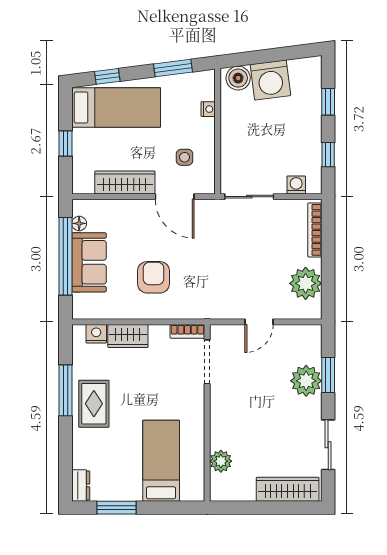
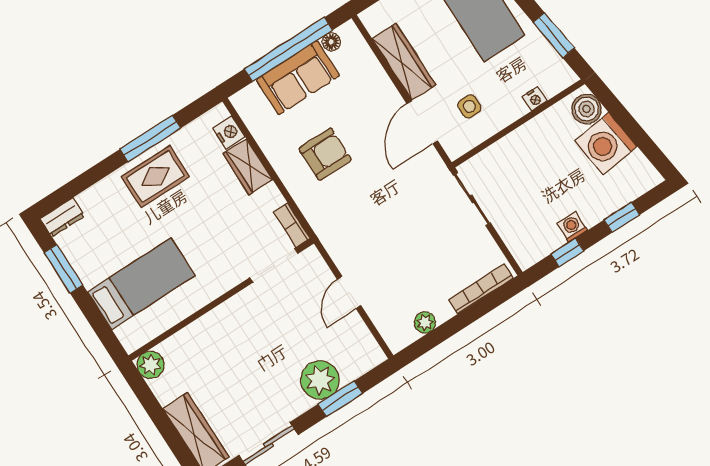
washing machine: (296, 185) -> (572, 227), moved, turned -90
plant: (306, 283) -> (425, 323), width x0.53, depth x0.53
door: (259, 322) -> (349, 292), hinge flipped
plant: (221, 461) -> (151, 365), moved

